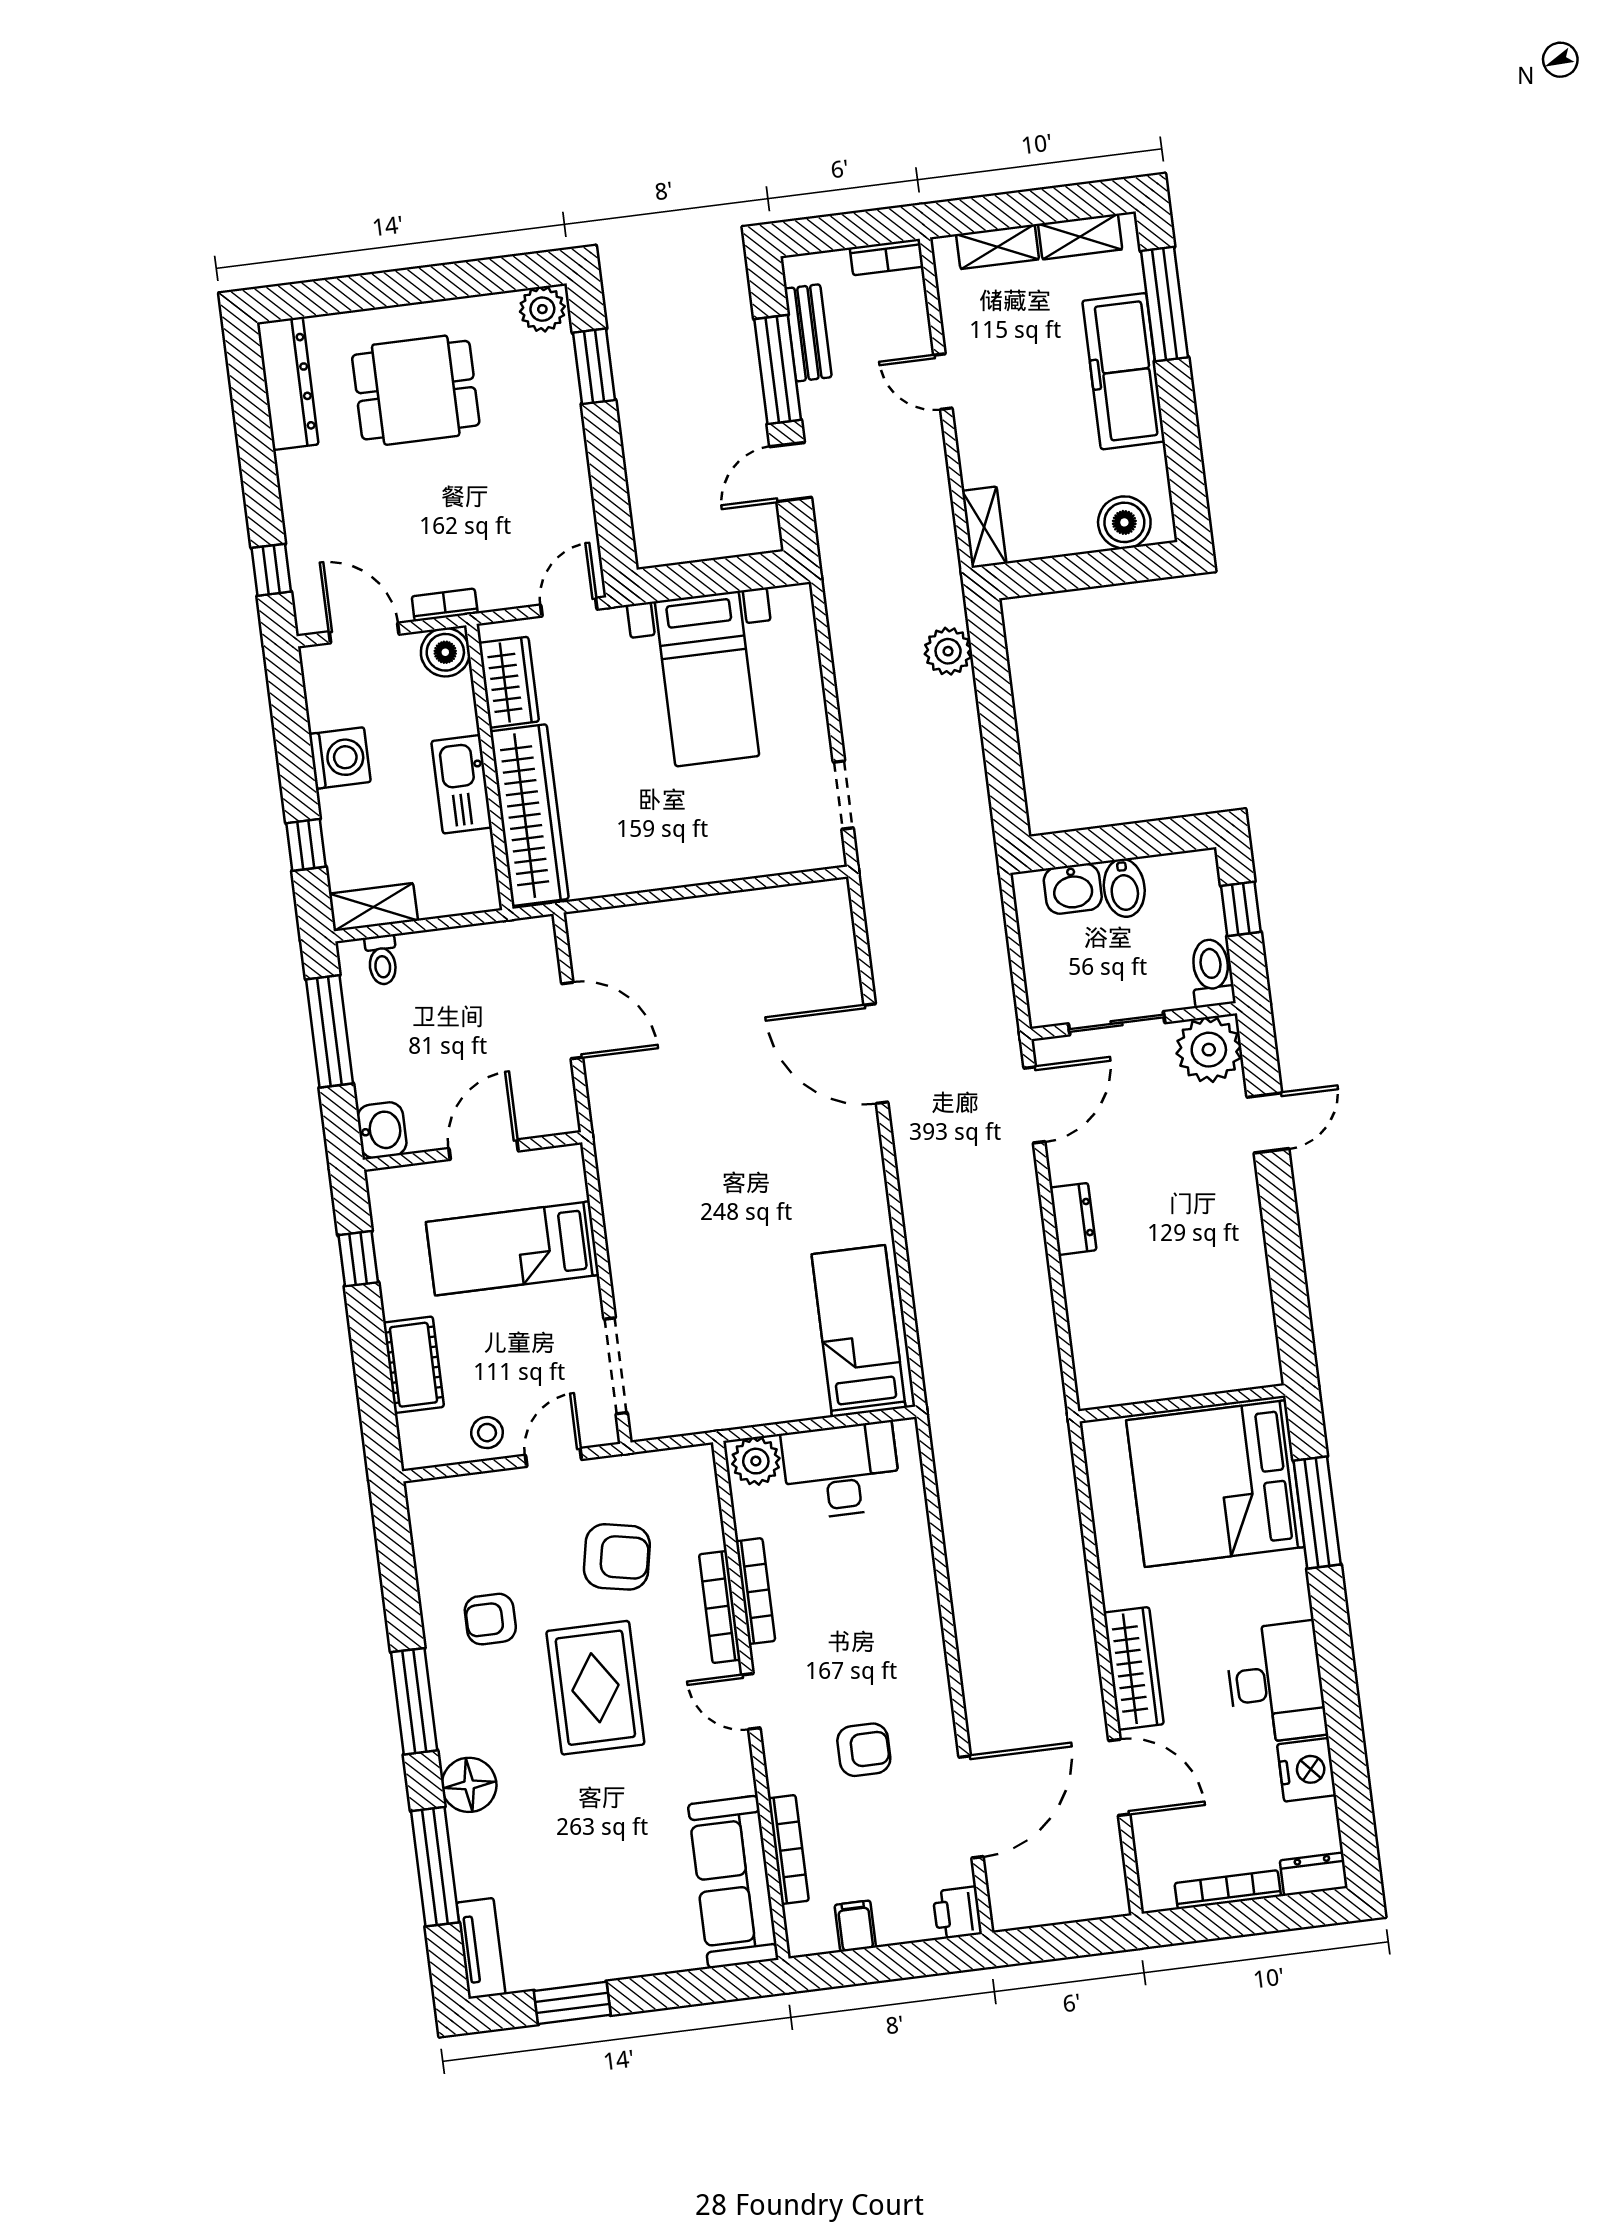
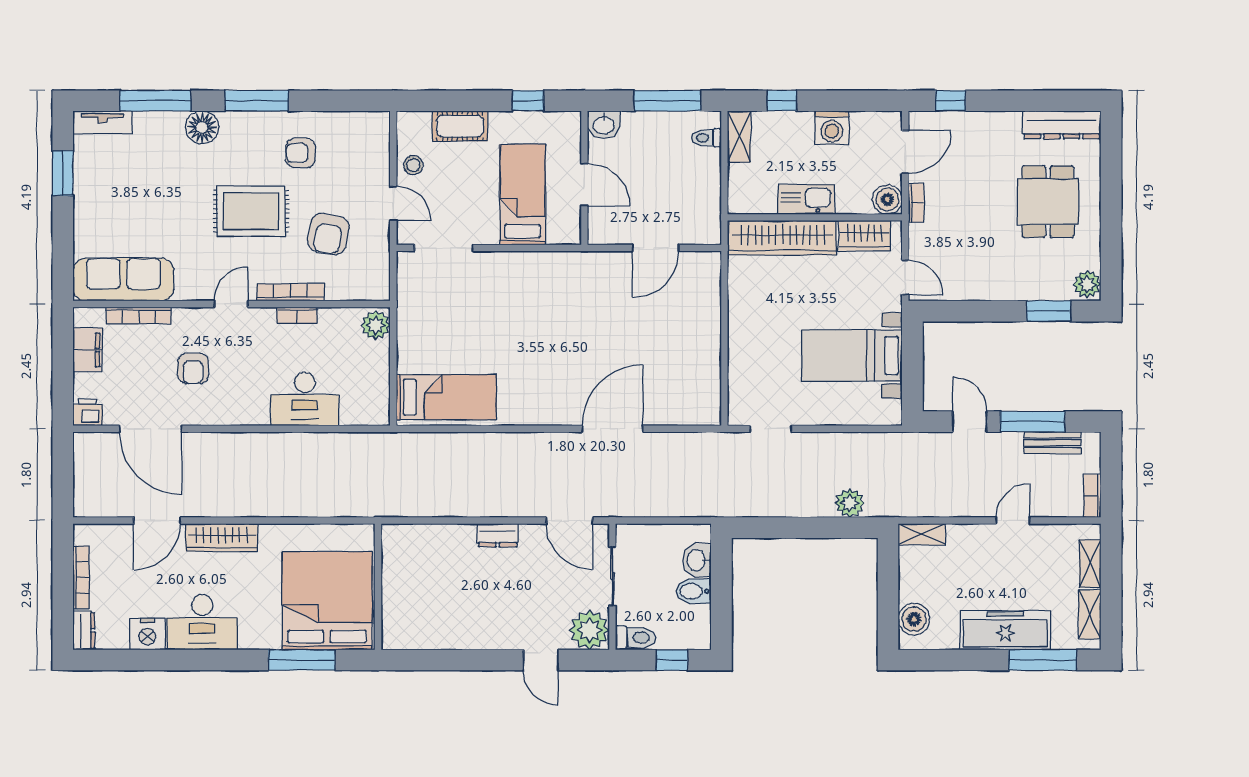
desk: (841, 1470) -> (305, 399), moved, turned 90
bookcase: (755, 1591) -> (297, 315), width x0.64
armchair: (490, 1619) -> (301, 153), turned -90
filing cabinet: (855, 1926) -> (87, 350), width x2.00

